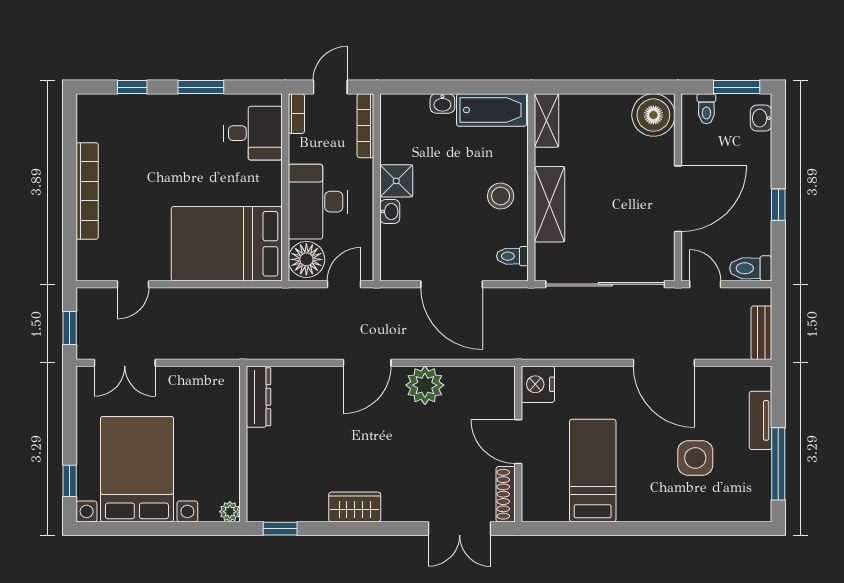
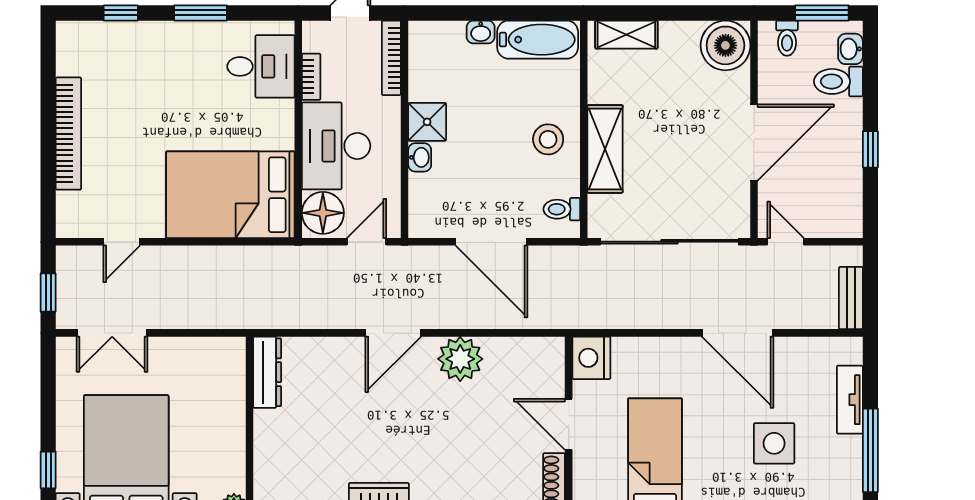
bookcase: (296, 114) -> (311, 77), moved
shelving: (547, 120) -> (626, 35), moved, turned 90
toilet: (751, 268) -> (838, 81), moved

